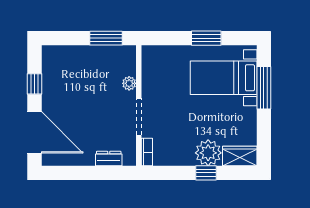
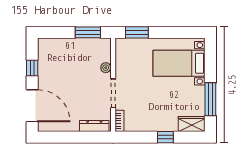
window: (206, 38) -> (137, 32), moved
window: (264, 88) -> (210, 99), moved
plant: (208, 153) -> (167, 122), removed
dresser: (109, 159) -> (94, 126), width x1.44

